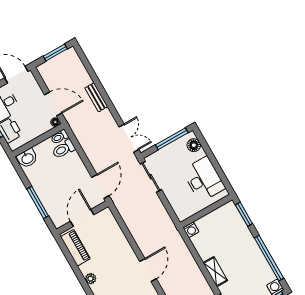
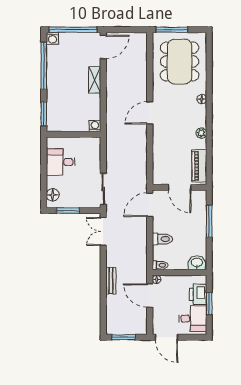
window: (172, 139) -> (68, 211), width x0.69
toilet: (64, 149) -> (162, 239), moved
desk: (204, 179) -> (61, 162), width x0.73
door: (82, 218) -> (180, 187), hinge flipped

